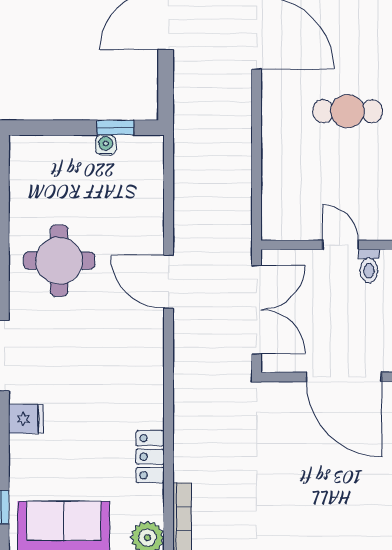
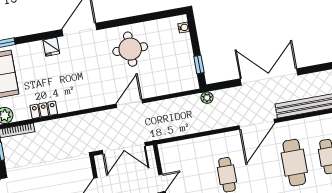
plant: (185, 123) -> (207, 98), added
water cooler: (106, 145) -> (184, 28), moved

